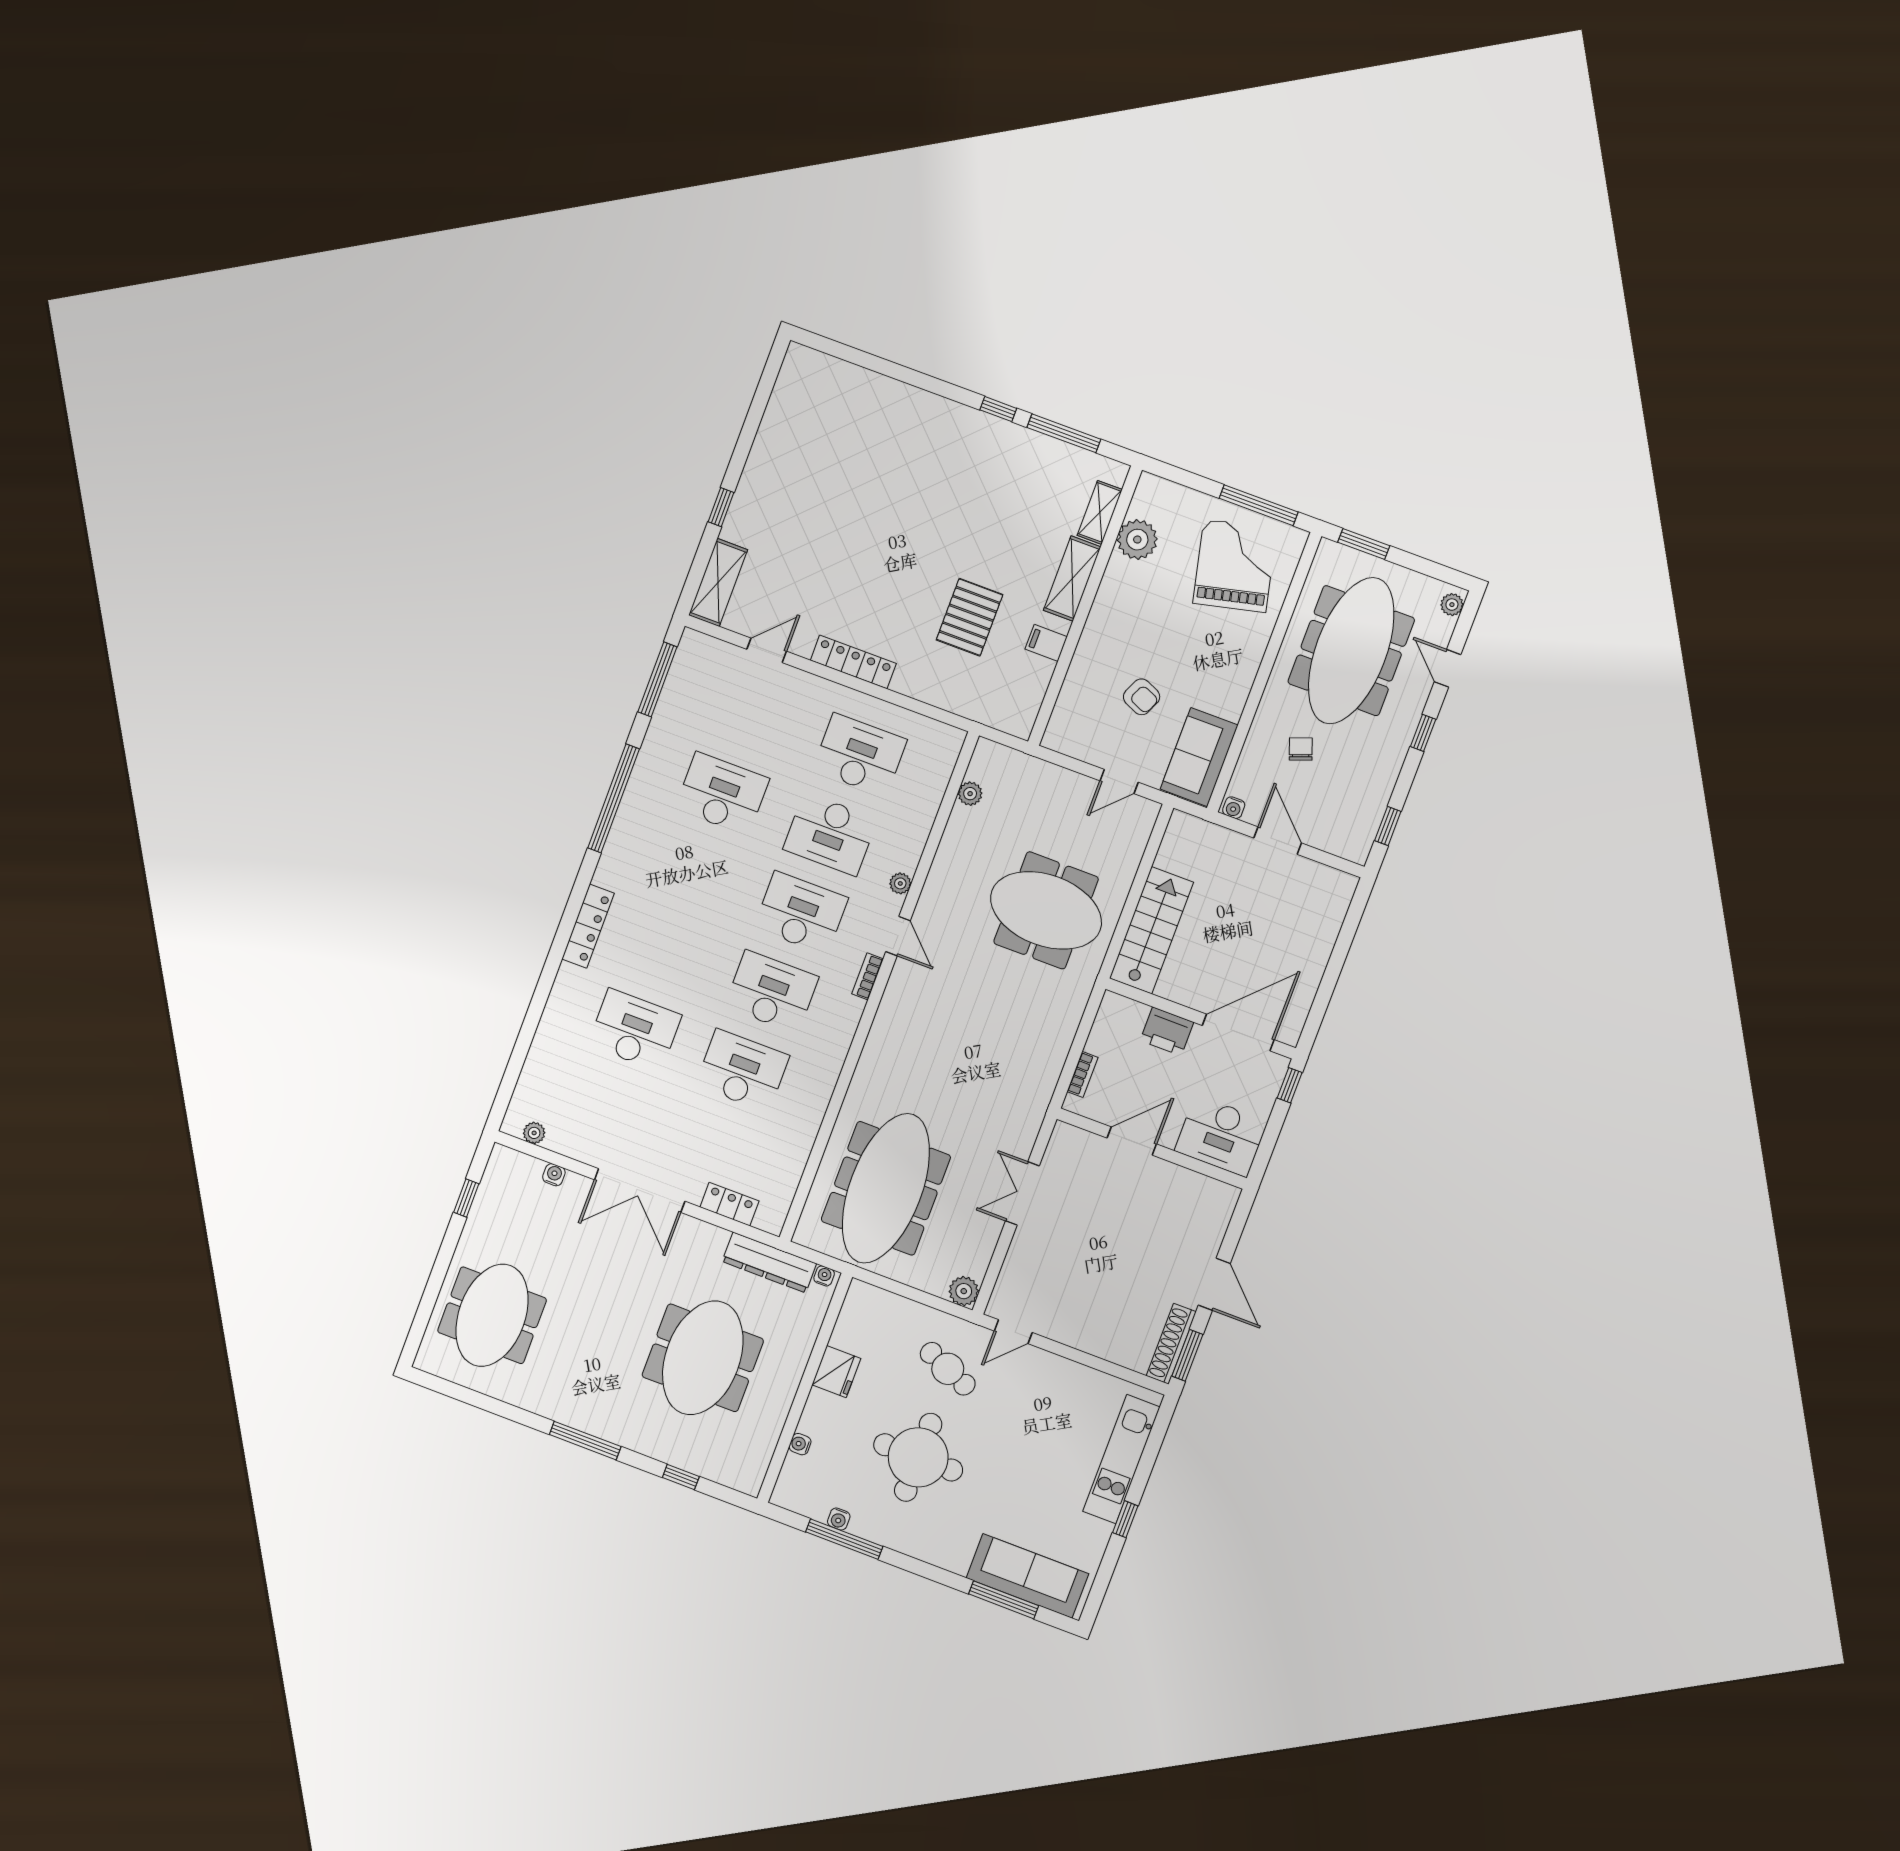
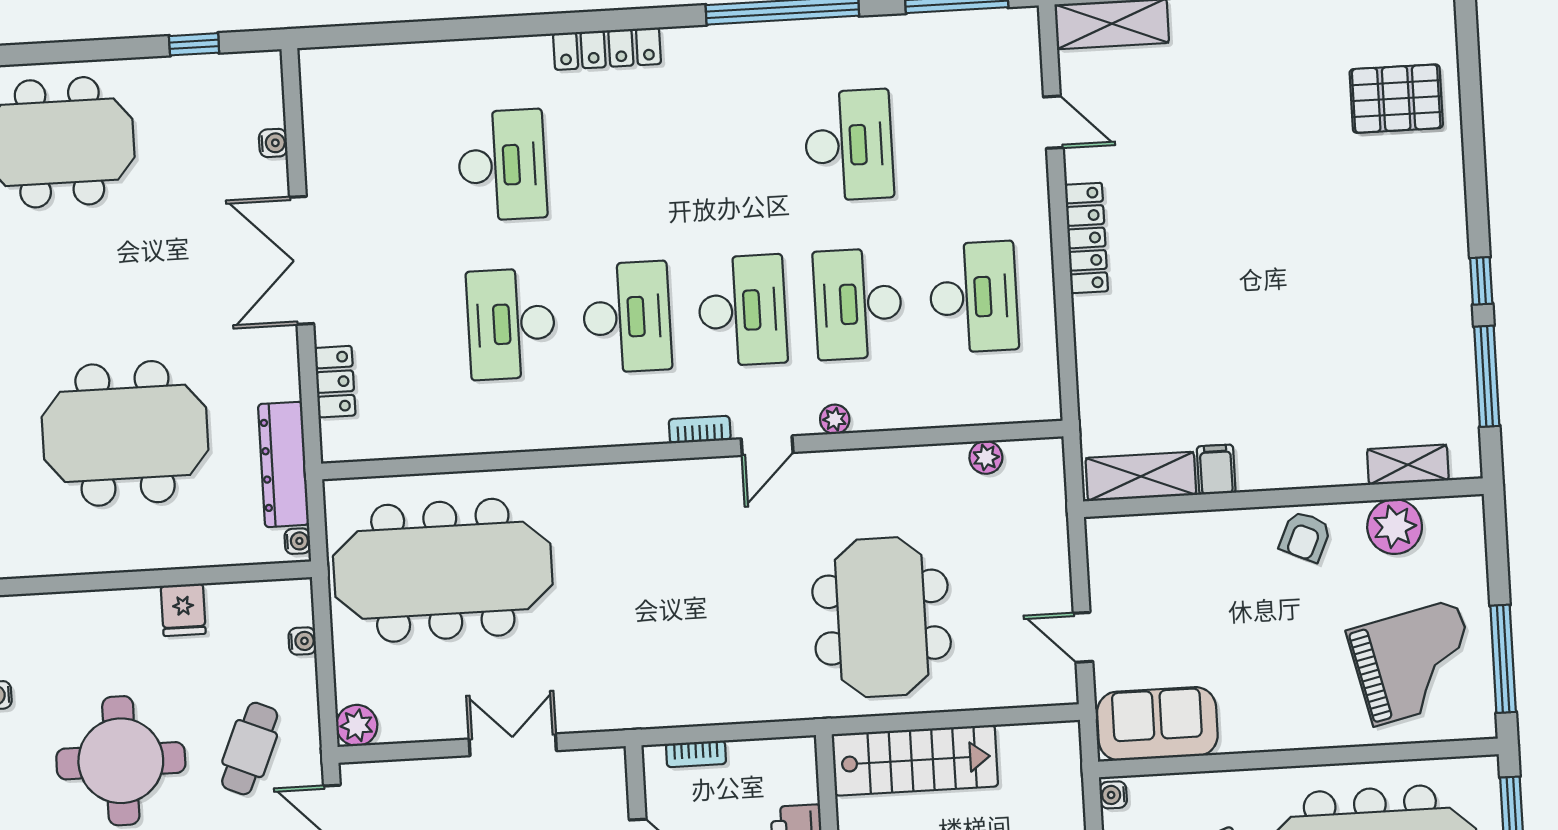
shelving: (1072, 579) -> (1141, 476), moved
pallet: (970, 617) -> (1396, 99), moved
armchair: (1142, 697) -> (1305, 536), moved
desk: (742, 1071) -> (511, 324), turned 180
plant: (534, 1133) -> (315, 95), removed
fridge: (836, 1372) -> (183, 610), width x0.72
water cooler: (800, 1444) -> (302, 641), moved, turned 90

